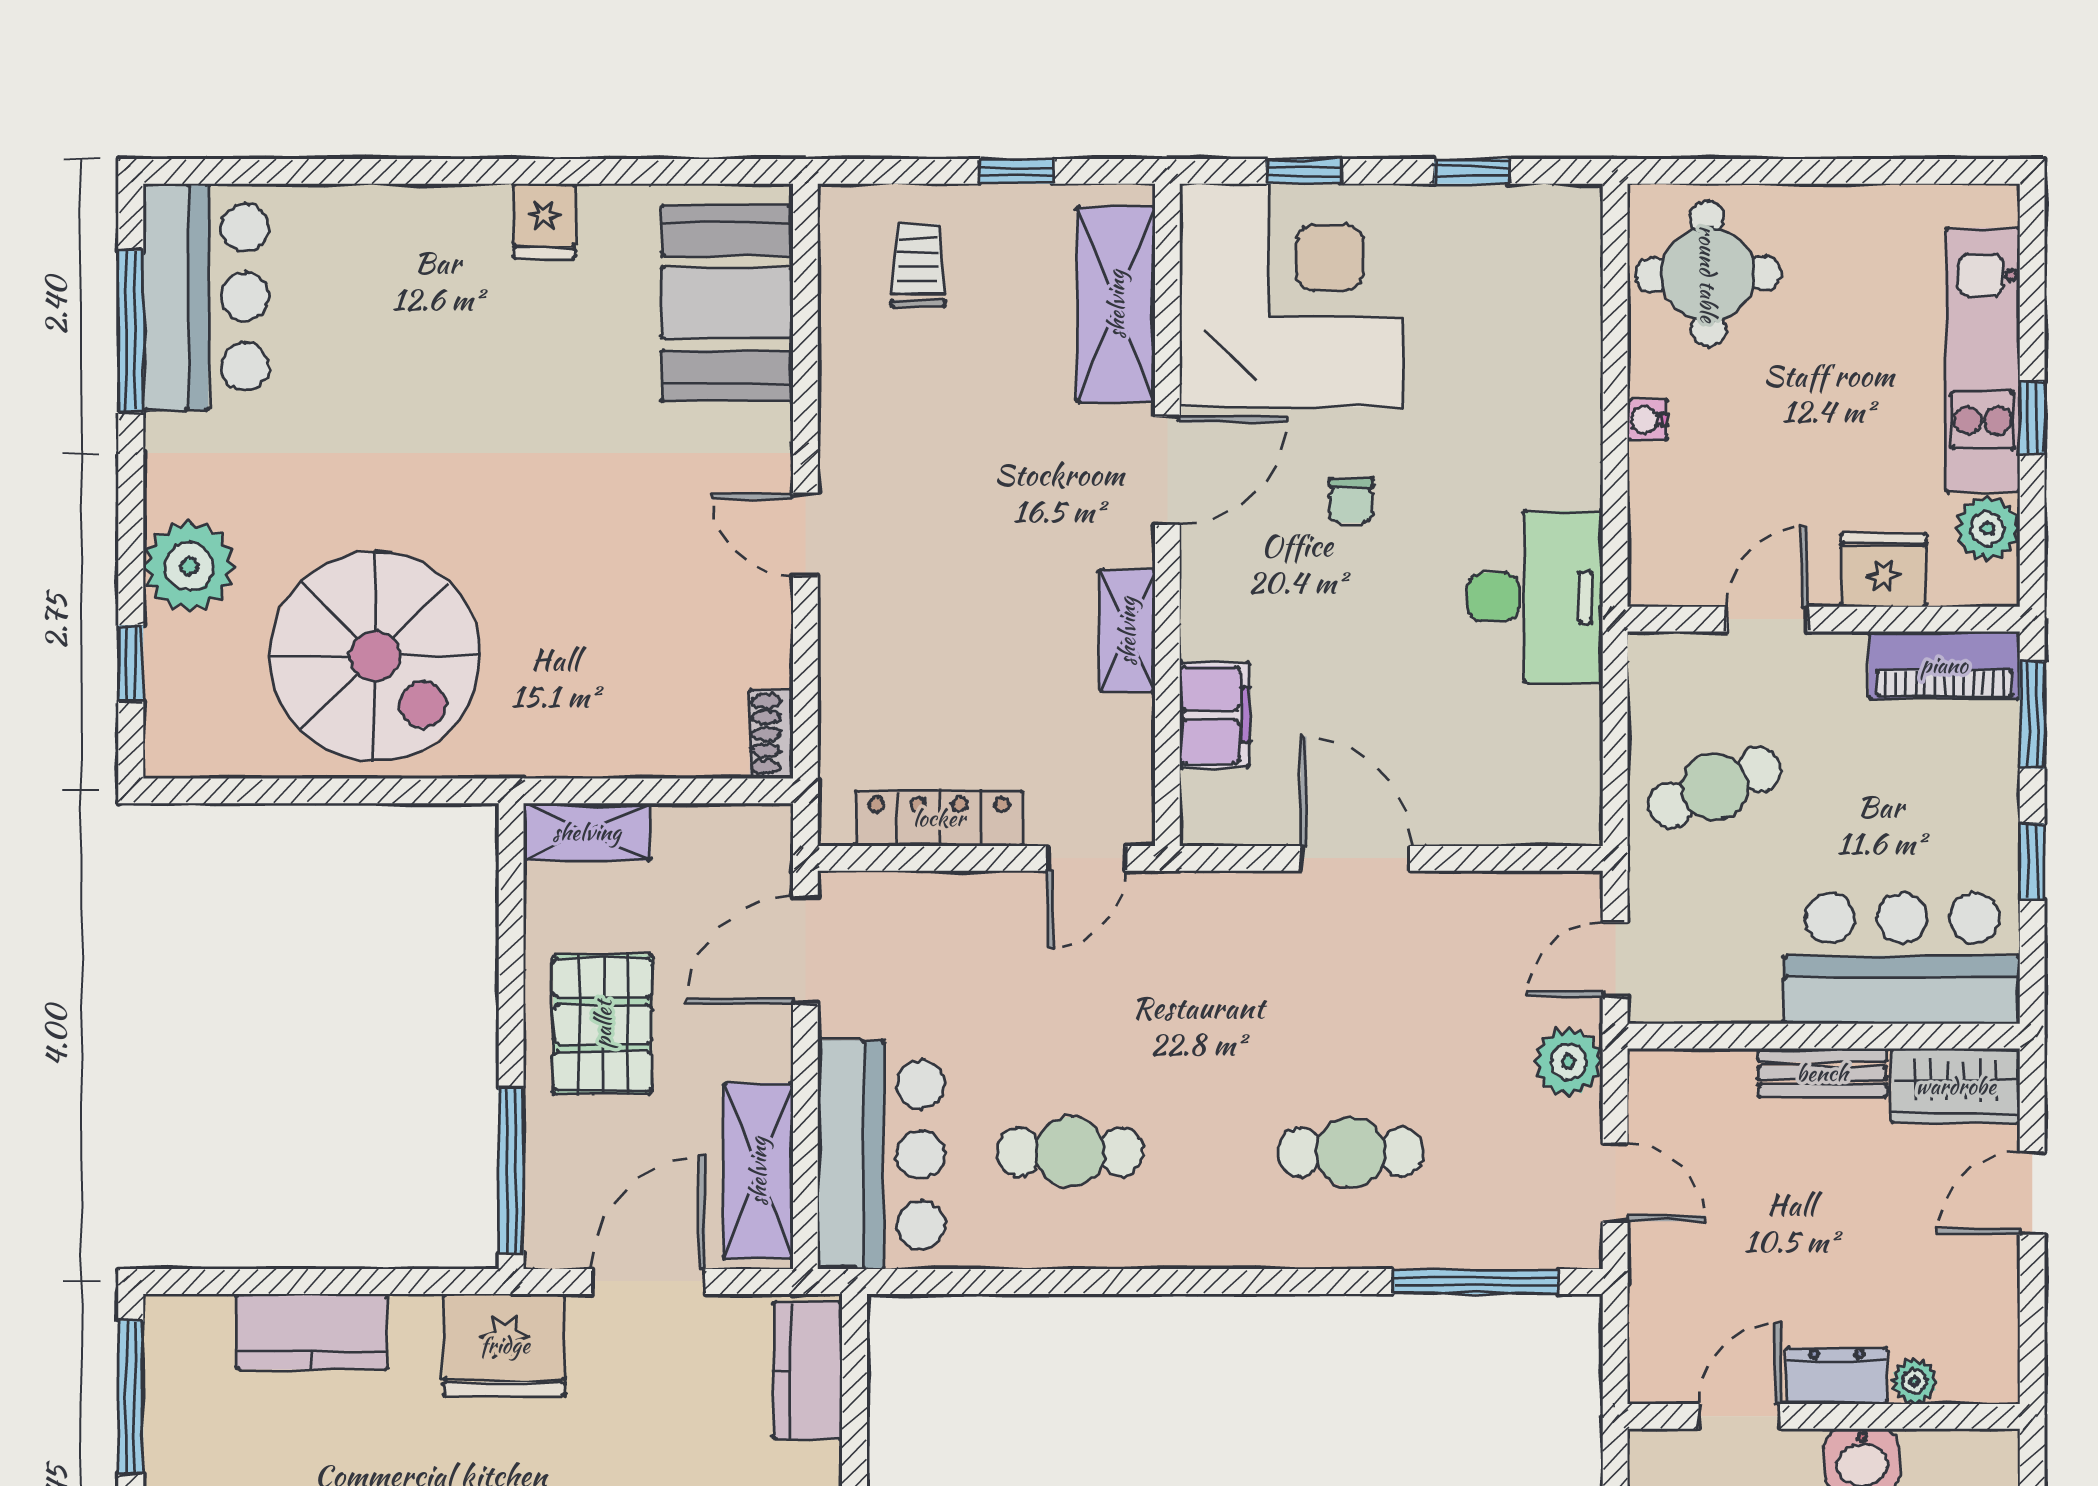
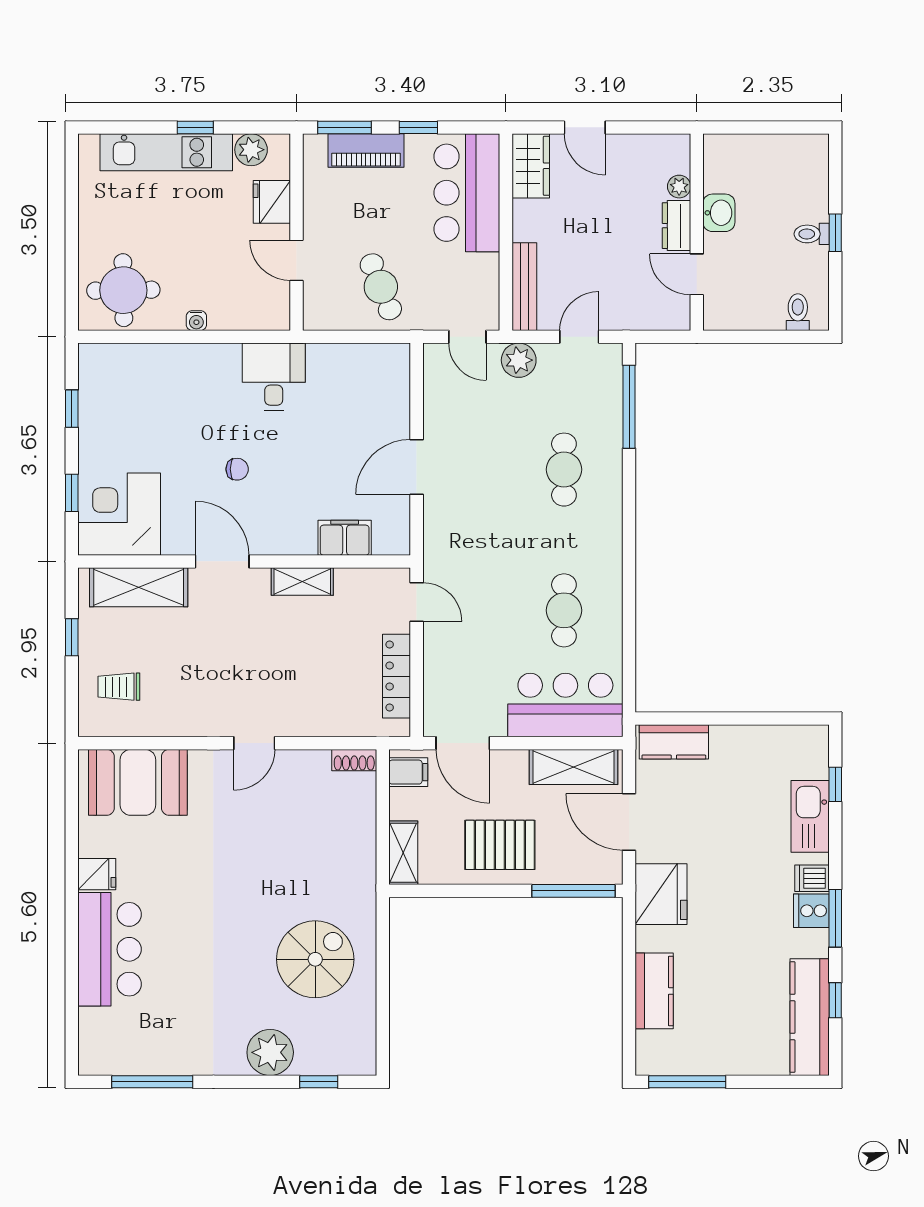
corner desk: (1291, 295) -> (119, 514), width x0.74, depth x0.74
bar counter: (206, 297) -> (110, 949), moved, turned 90
desk: (1535, 597) -> (274, 377), width x0.73
spiral stairs: (375, 656) -> (315, 959), width x0.73, depth x0.73
piano: (1944, 665) -> (366, 151), moved, turned 90
filing cabinet: (748, 842) -> (408, 772), added
bench: (1822, 1073) -> (524, 287), moved, width x1.36

